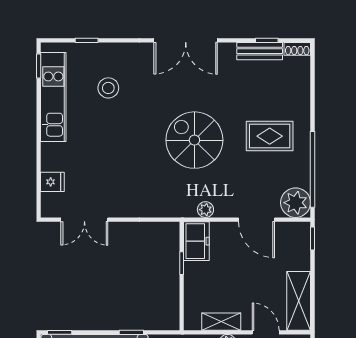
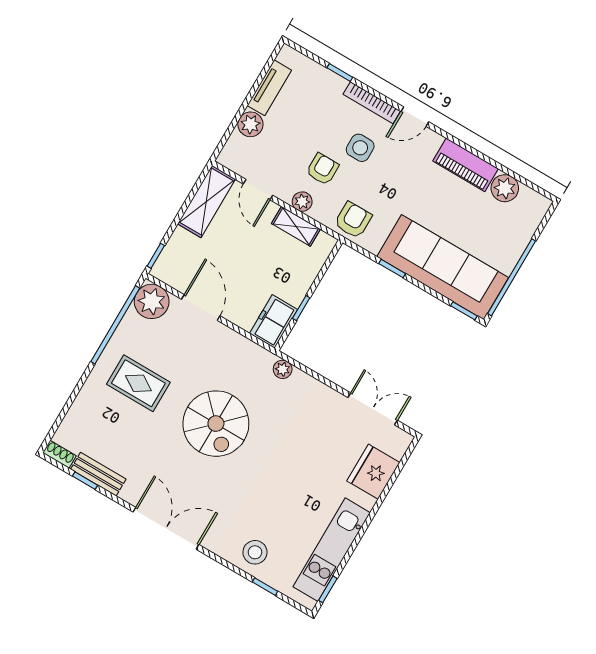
stool: (108, 88) -> (255, 552), moved
fridge: (52, 182) -> (373, 472), width x1.88, depth x1.34
plant: (205, 210) -> (283, 369), moved

